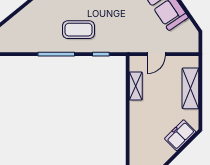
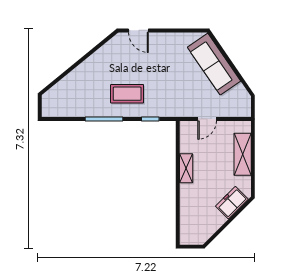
shelving: (136, 86) -> (186, 168), moved

